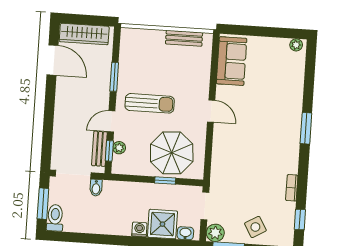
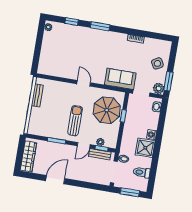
door: (52, 60) -> (55, 180), moved
sofa: (232, 61) -> (120, 79), moved
door: (211, 111) -> (84, 83), hinge flipped
door: (111, 121) -> (84, 145), hinge flipped
toilet: (55, 218) -> (142, 172), moved
window: (300, 220) -> (72, 21), moved
shower: (162, 224) -> (145, 148), moved

